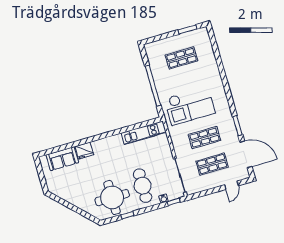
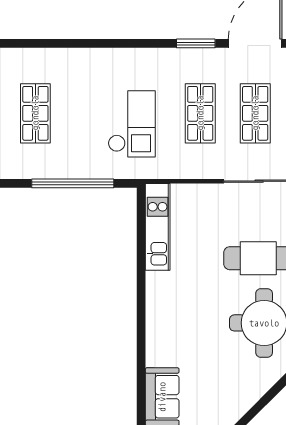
checkout: (190, 106) -> (132, 124), width x0.73, depth x0.83
fridge: (84, 151) -> (159, 350), removed

